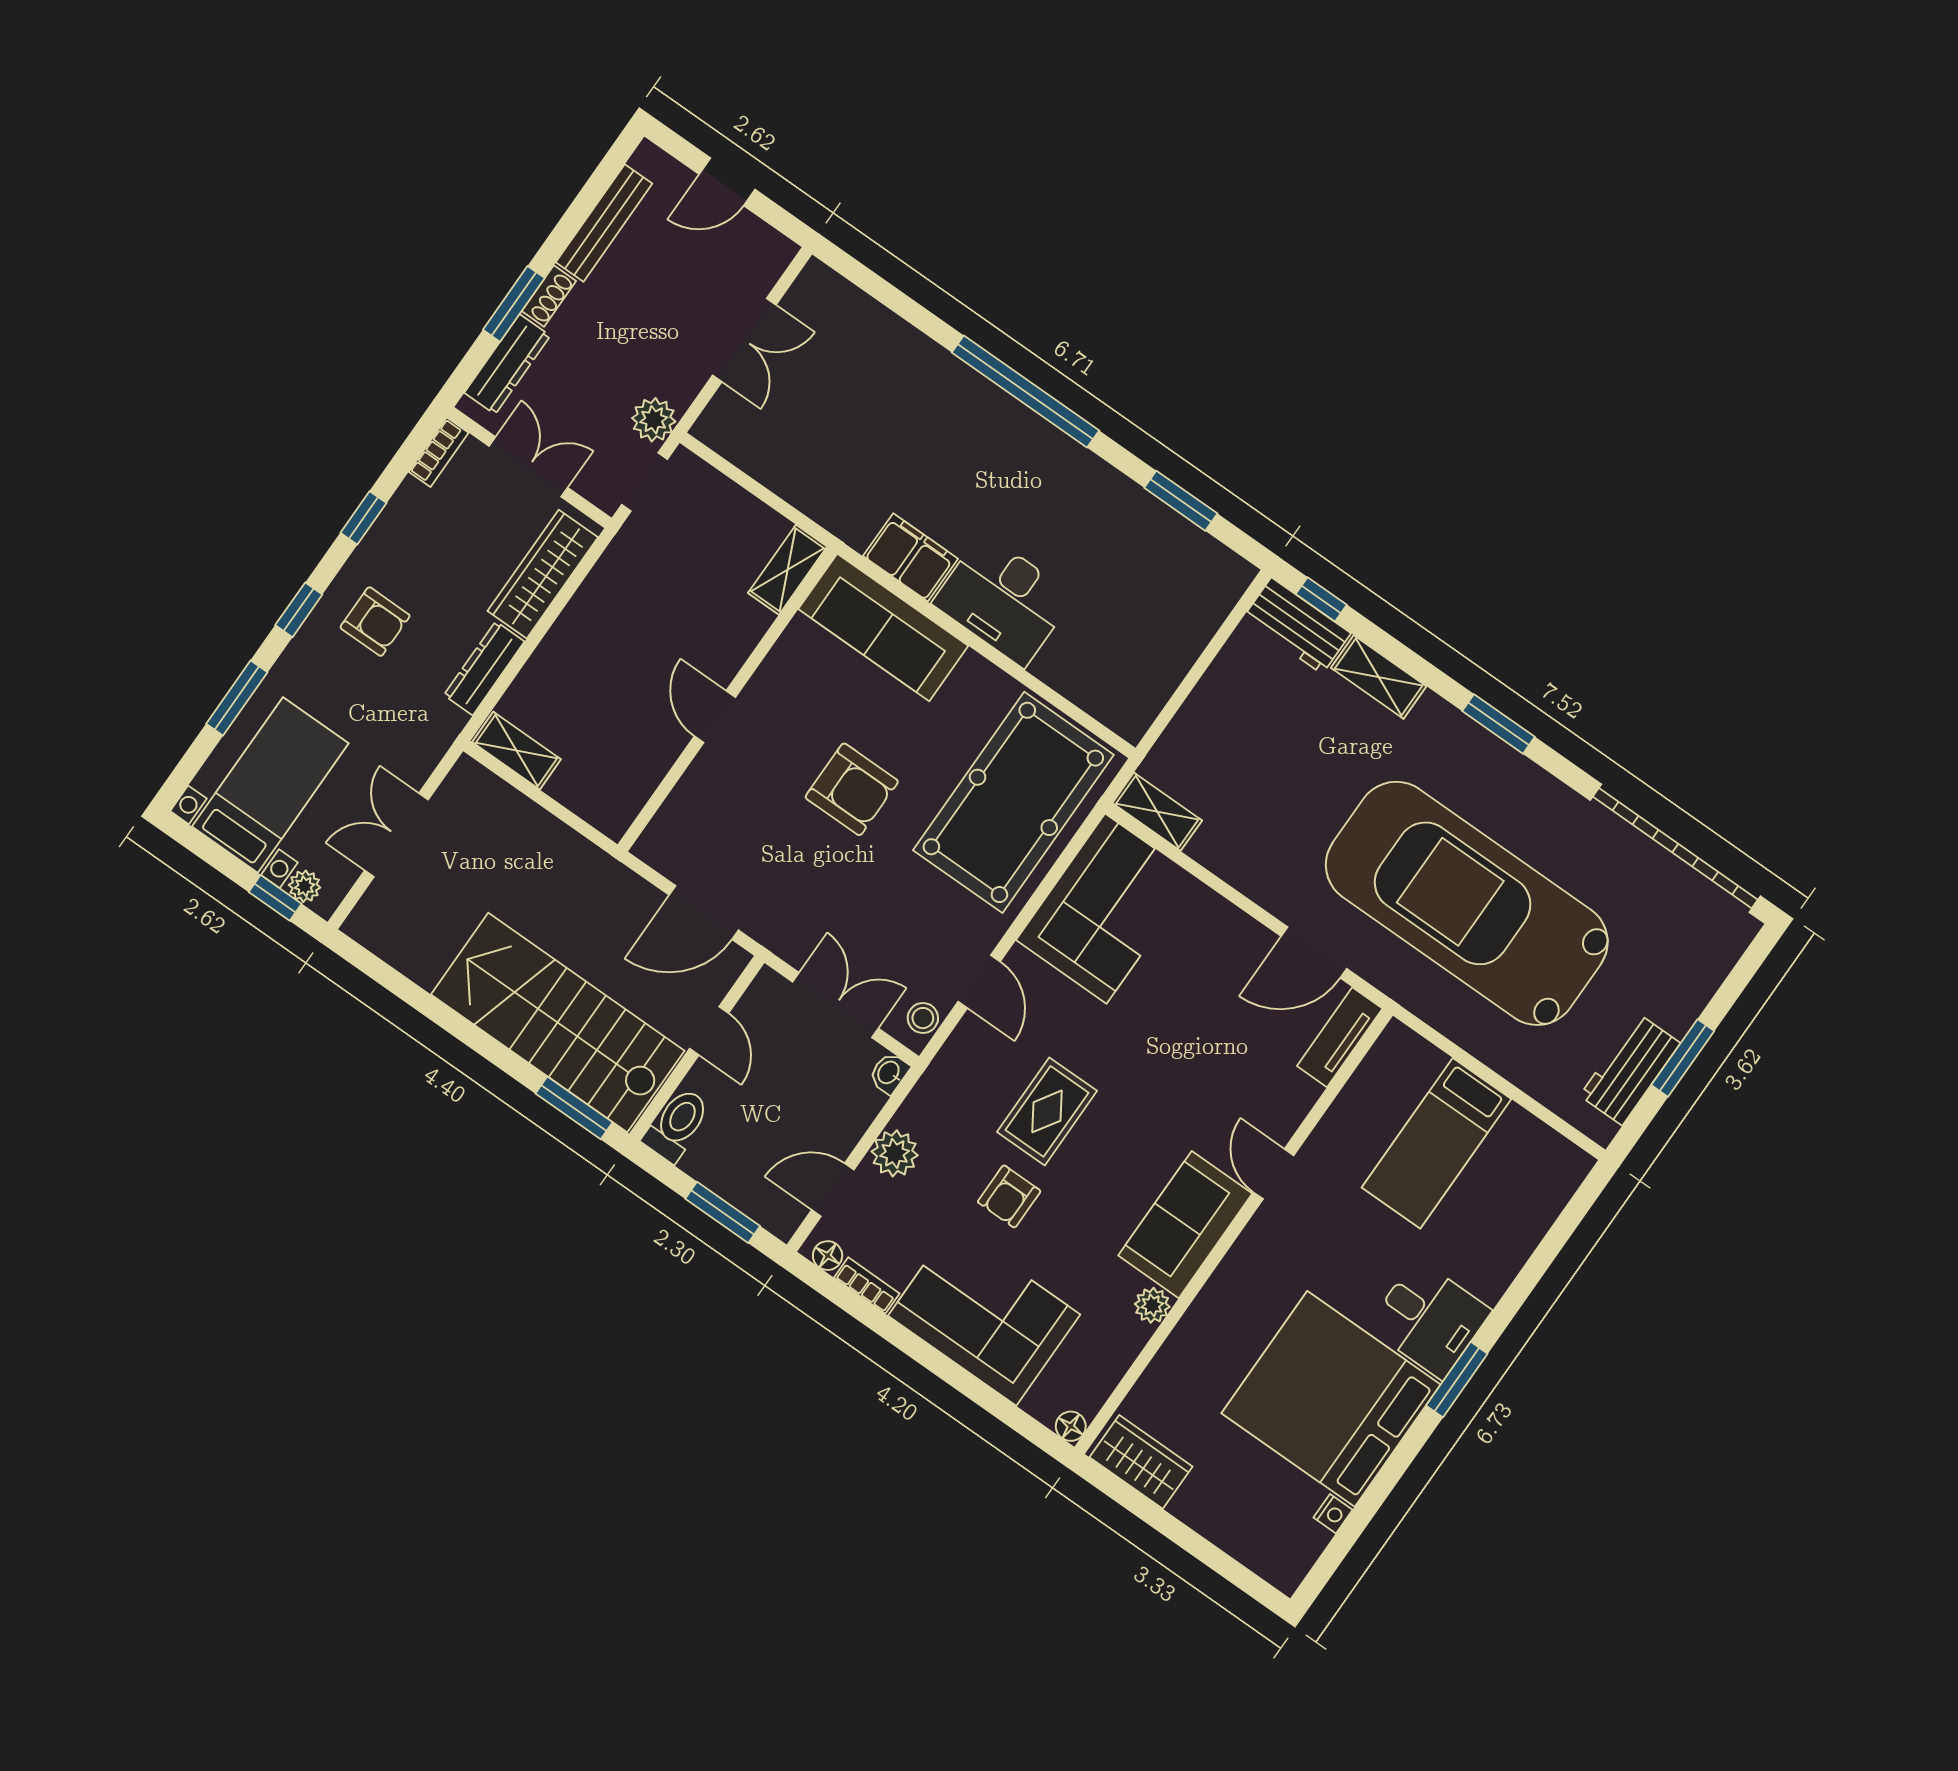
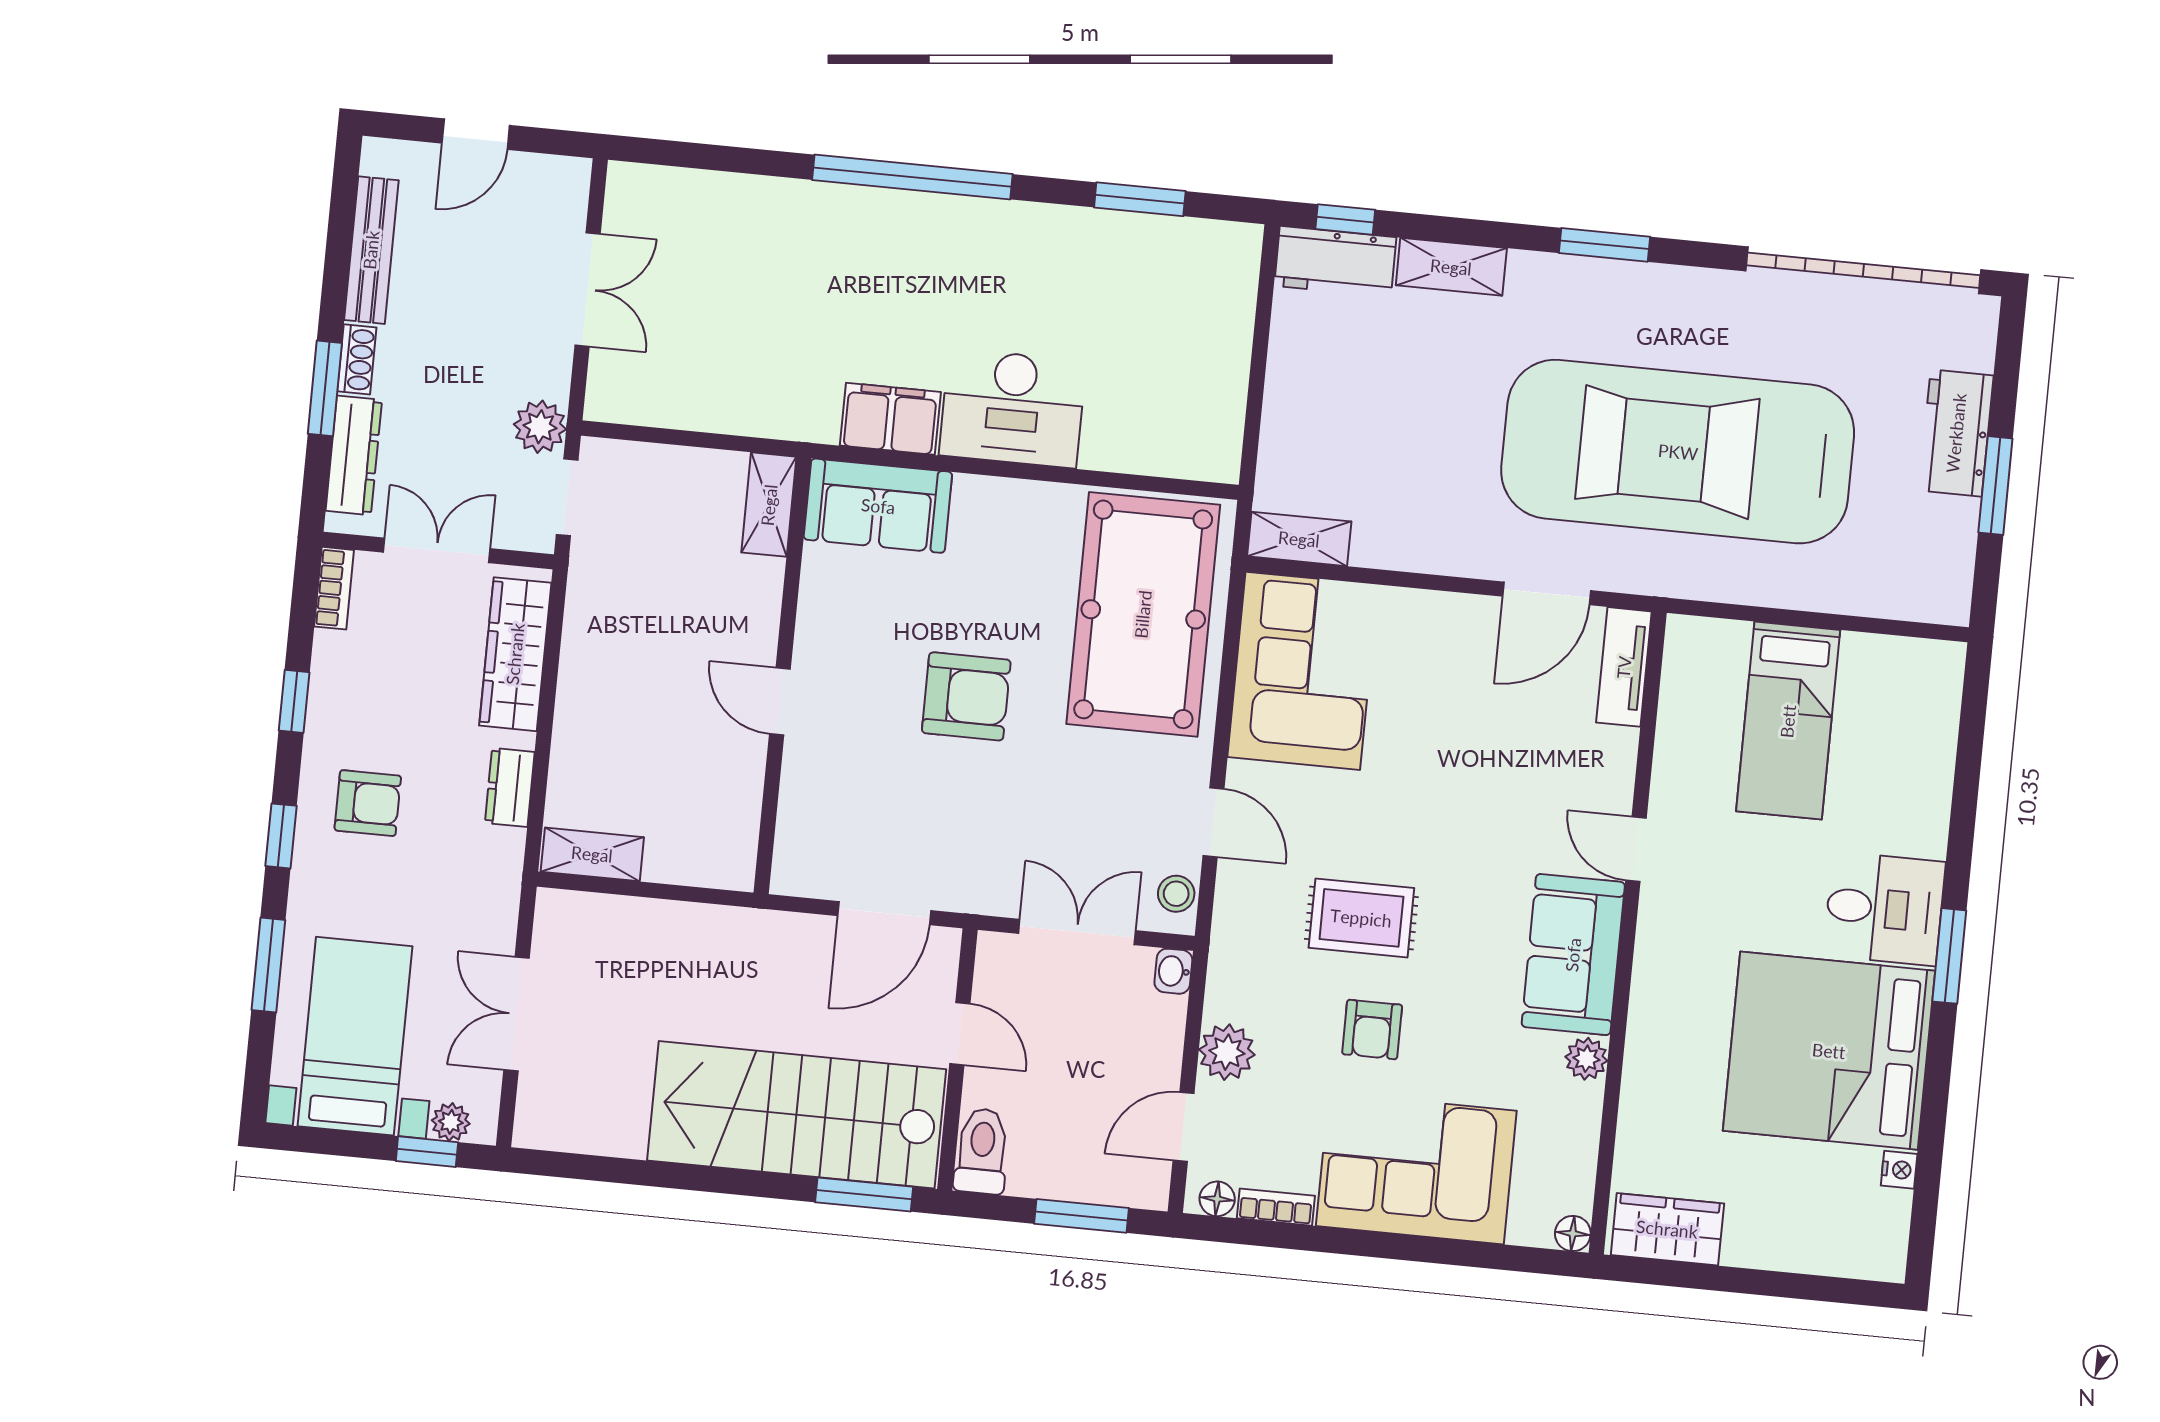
sofa: (883, 627) -> (878, 506), width x0.73
dresser: (484, 668) -> (510, 787), width x0.70
workbench: (1630, 1069) -> (1956, 433), moved
rug: (1047, 1111) -> (1361, 918), turned 90

